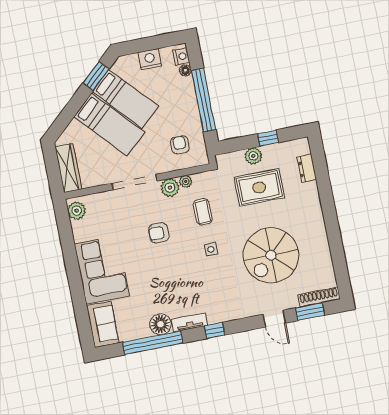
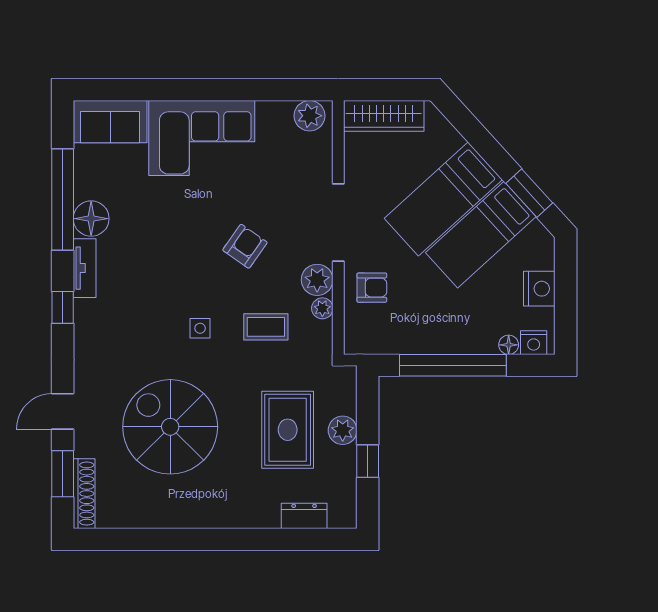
armchair: (180, 145) -> (372, 288), moved
armchair: (159, 233) -> (245, 246), turned 35

